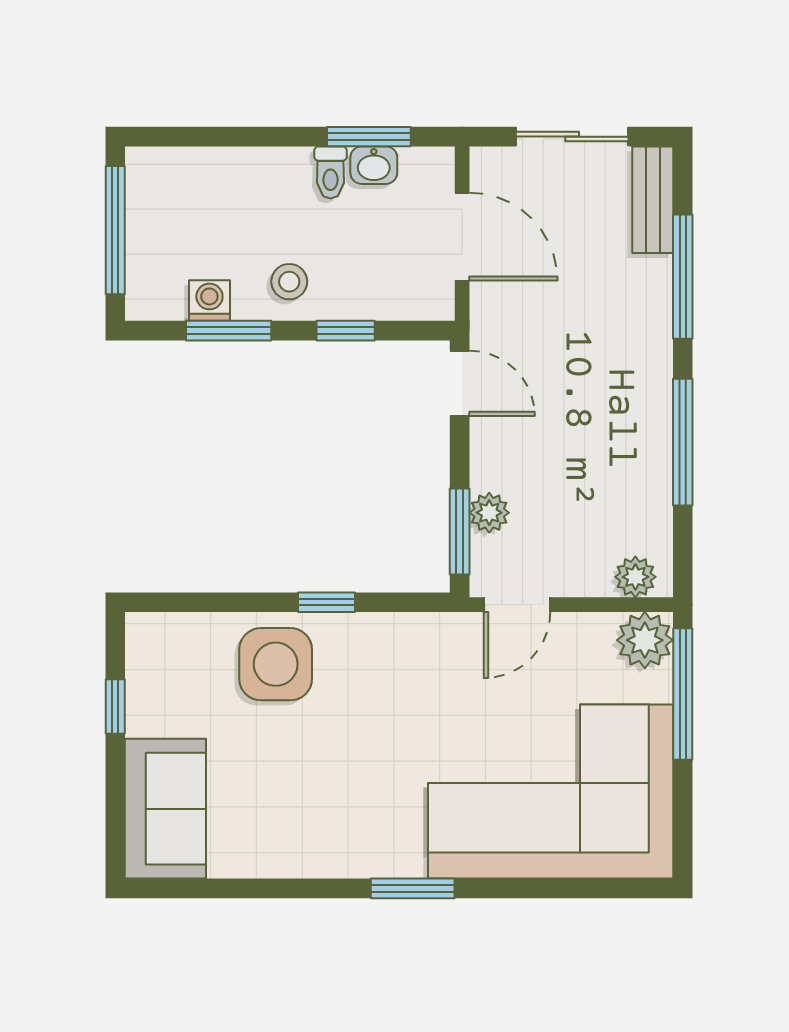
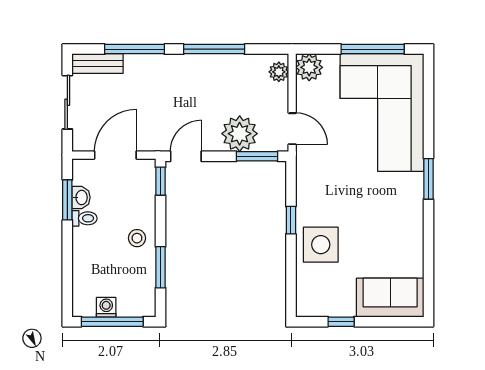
washing machine: (209, 301) -> (106, 307), moved, turned 90
window: (346, 331) -> (160, 181), moved
plant: (489, 513) -> (240, 134), width x1.88, depth x1.88
window: (683, 694) -> (373, 49), moved

